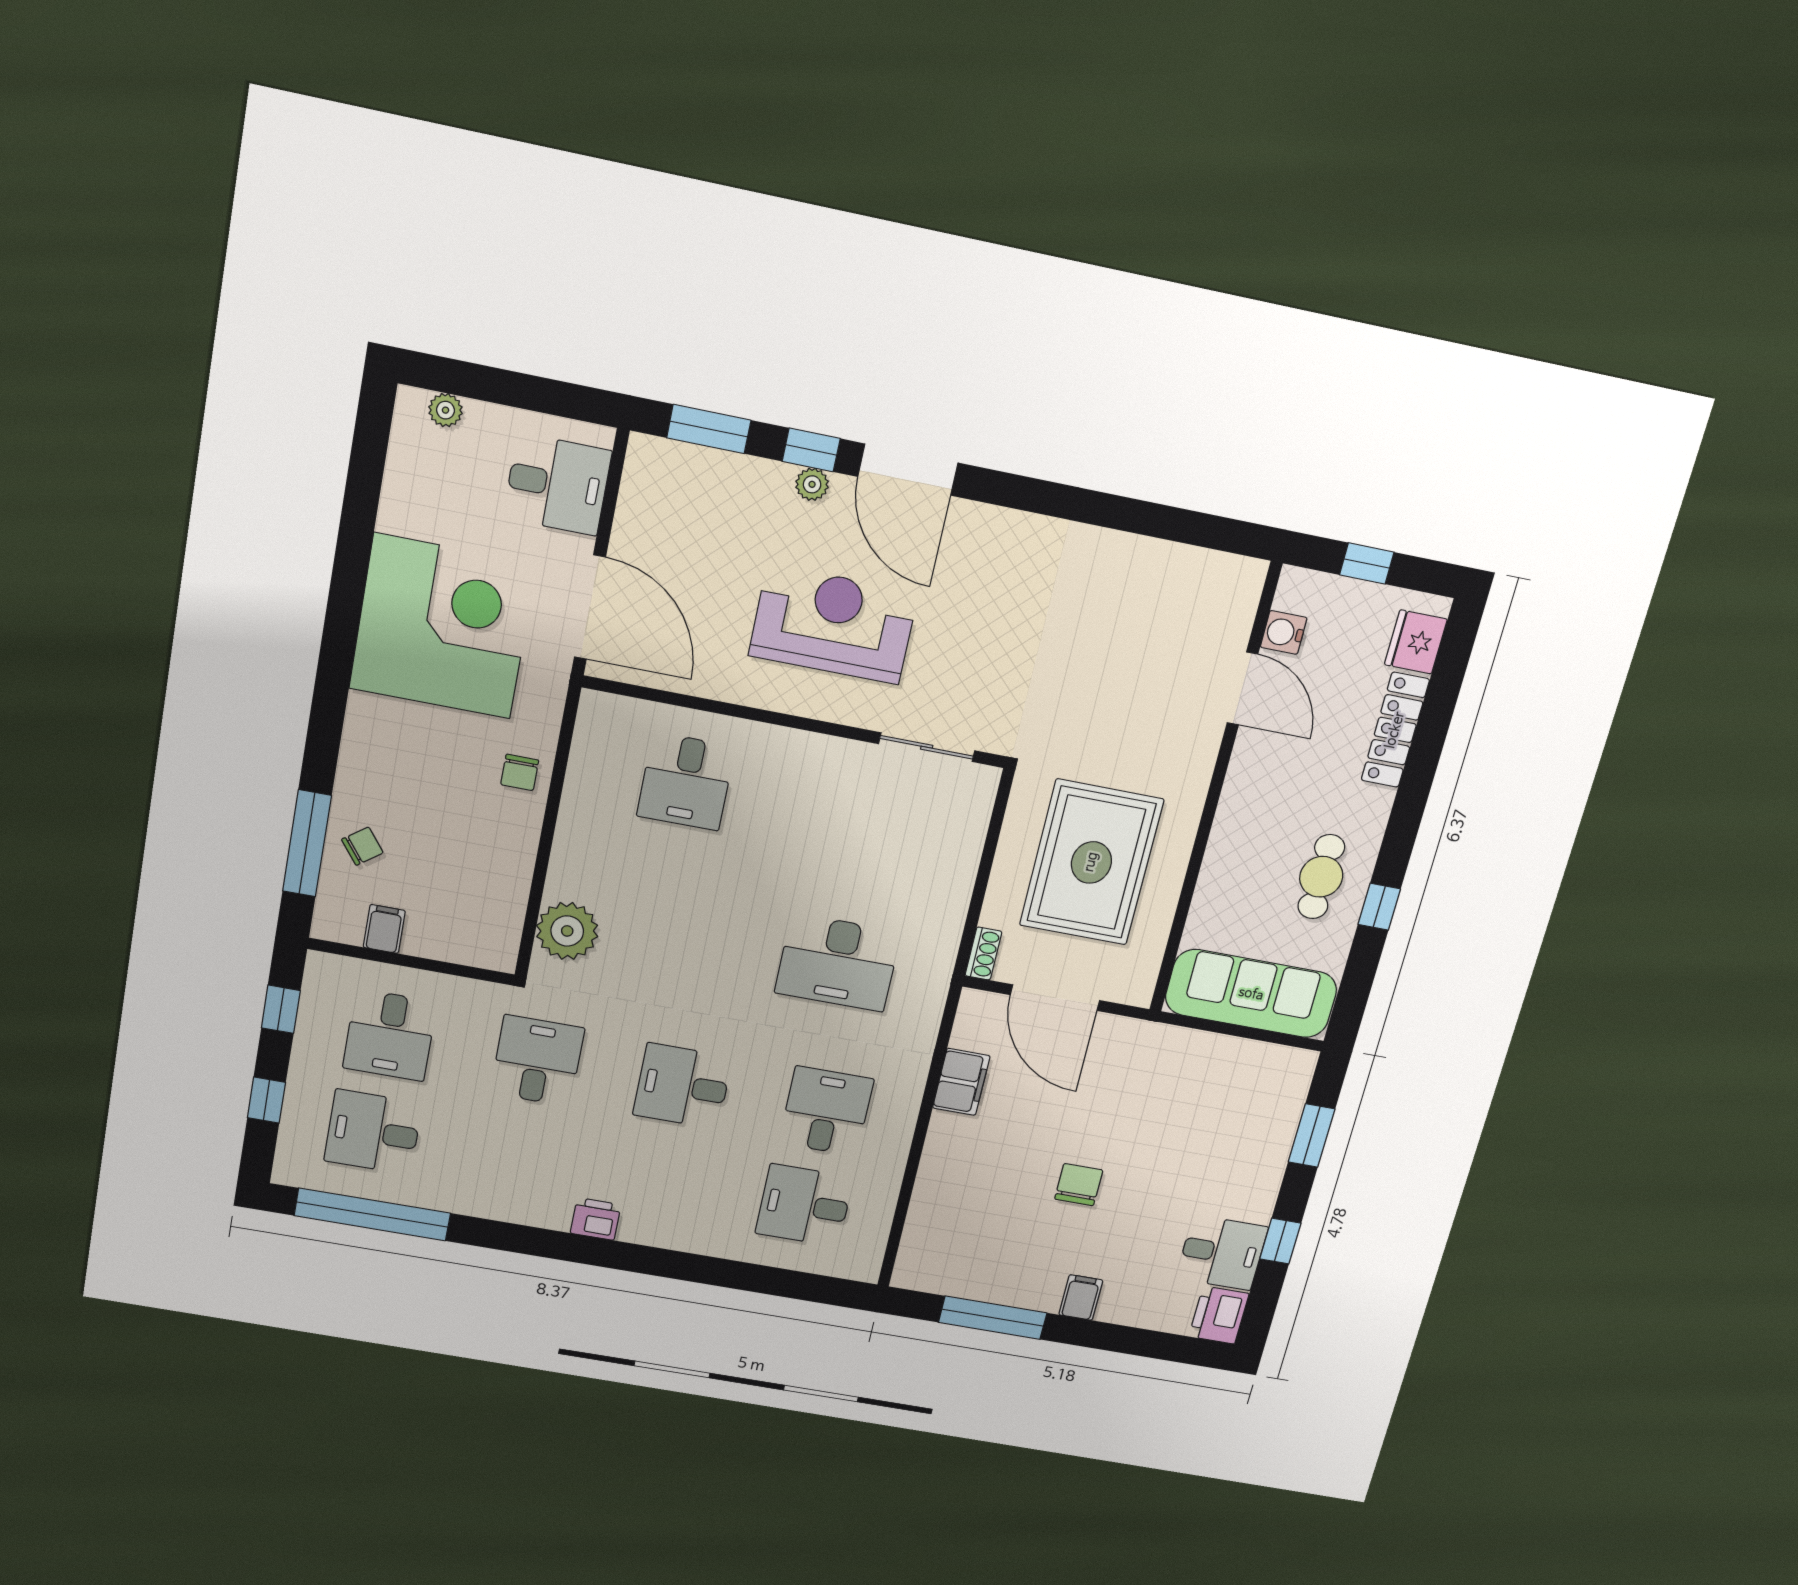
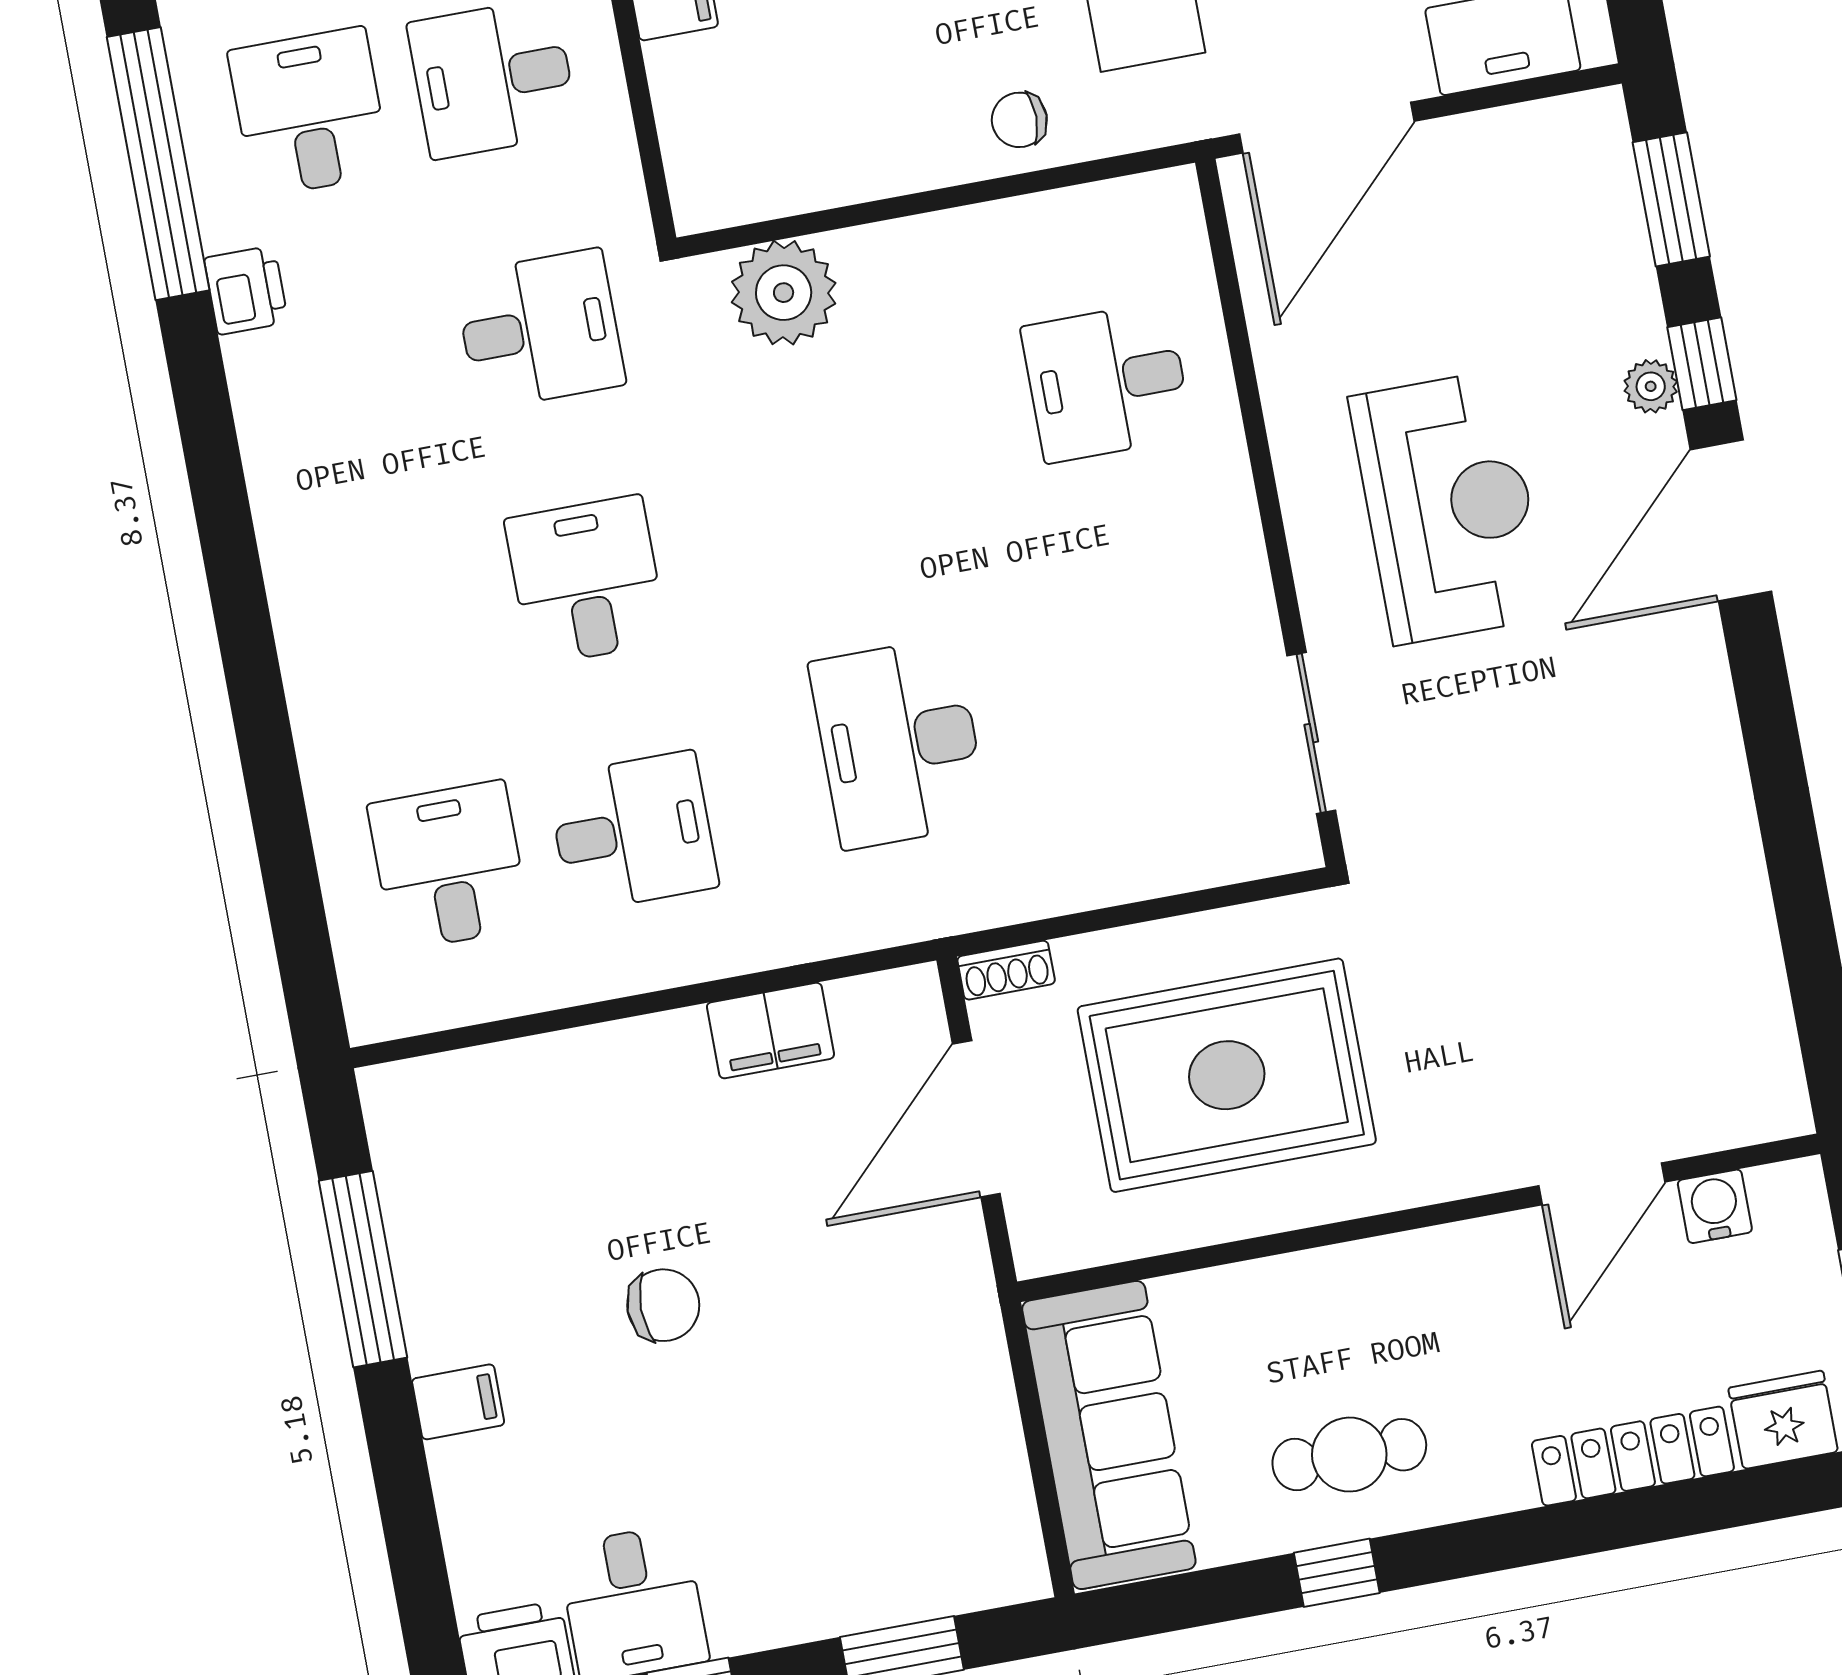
printer: (596, 1219) -> (246, 290), moved

